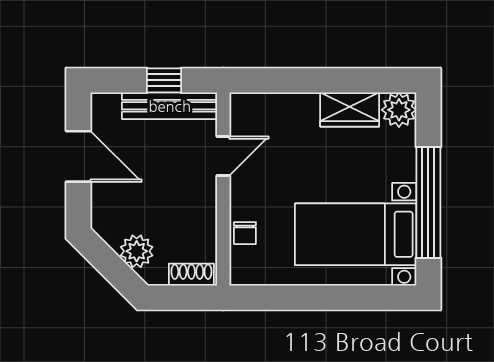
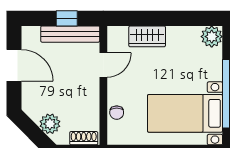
wardrobe: (350, 110) -> (147, 36), moved

